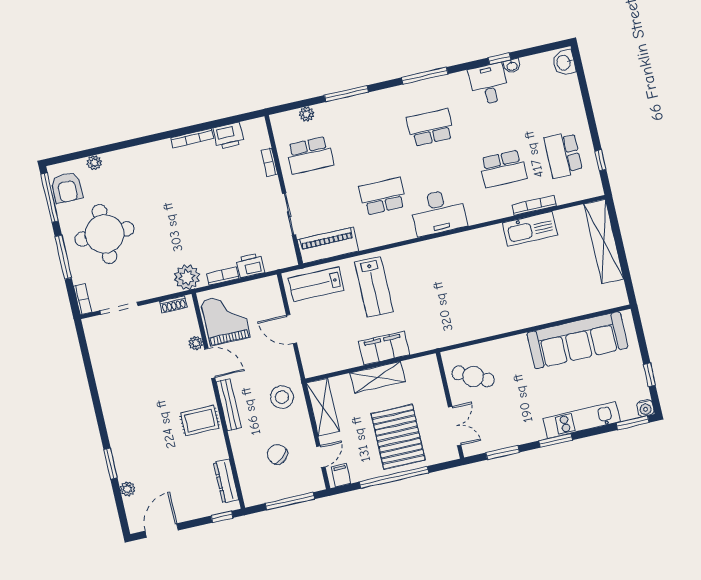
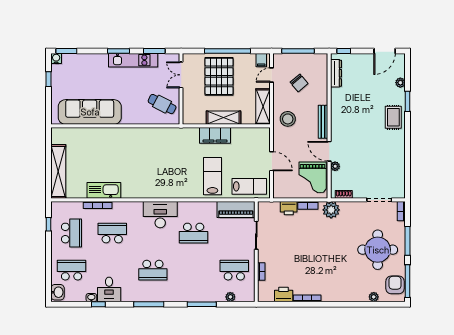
school desk: (551, 100) -> (72, 270), added
kitchen unit: (582, 420) -> (133, 60), moved
rug: (200, 421) -> (393, 117), moved, turned 90

